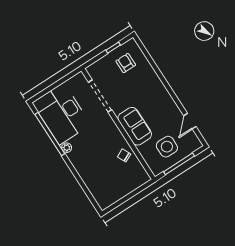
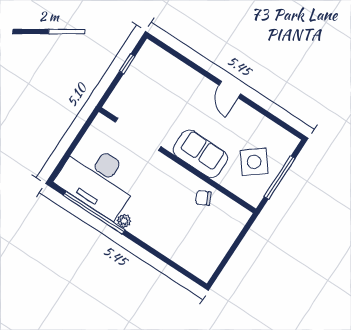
armchair: (126, 63) -> (152, 77), removed
door: (190, 121) -> (230, 90), moved
side table: (167, 147) -> (254, 162), turned -38

